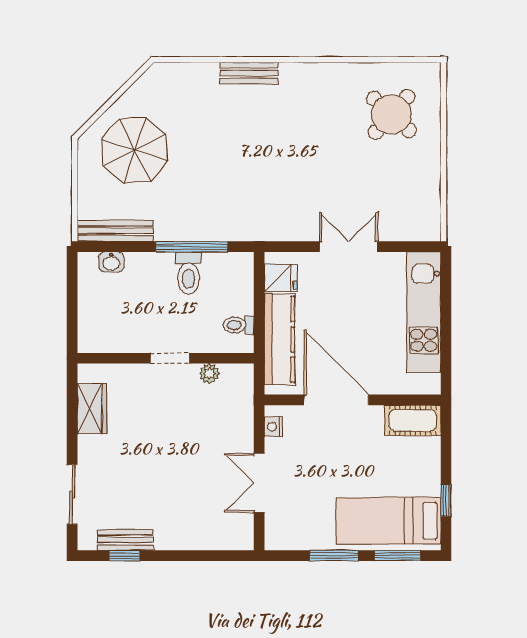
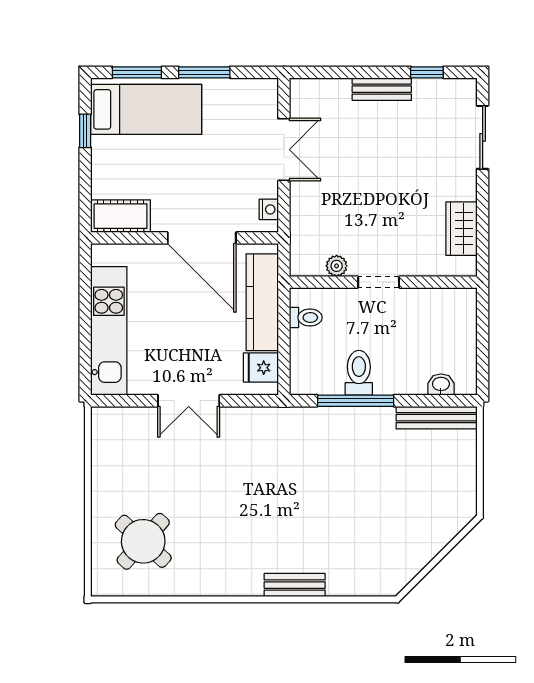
parasol: (135, 150) -> (416, 503), removed
bench: (125, 540) -> (382, 89), moved

